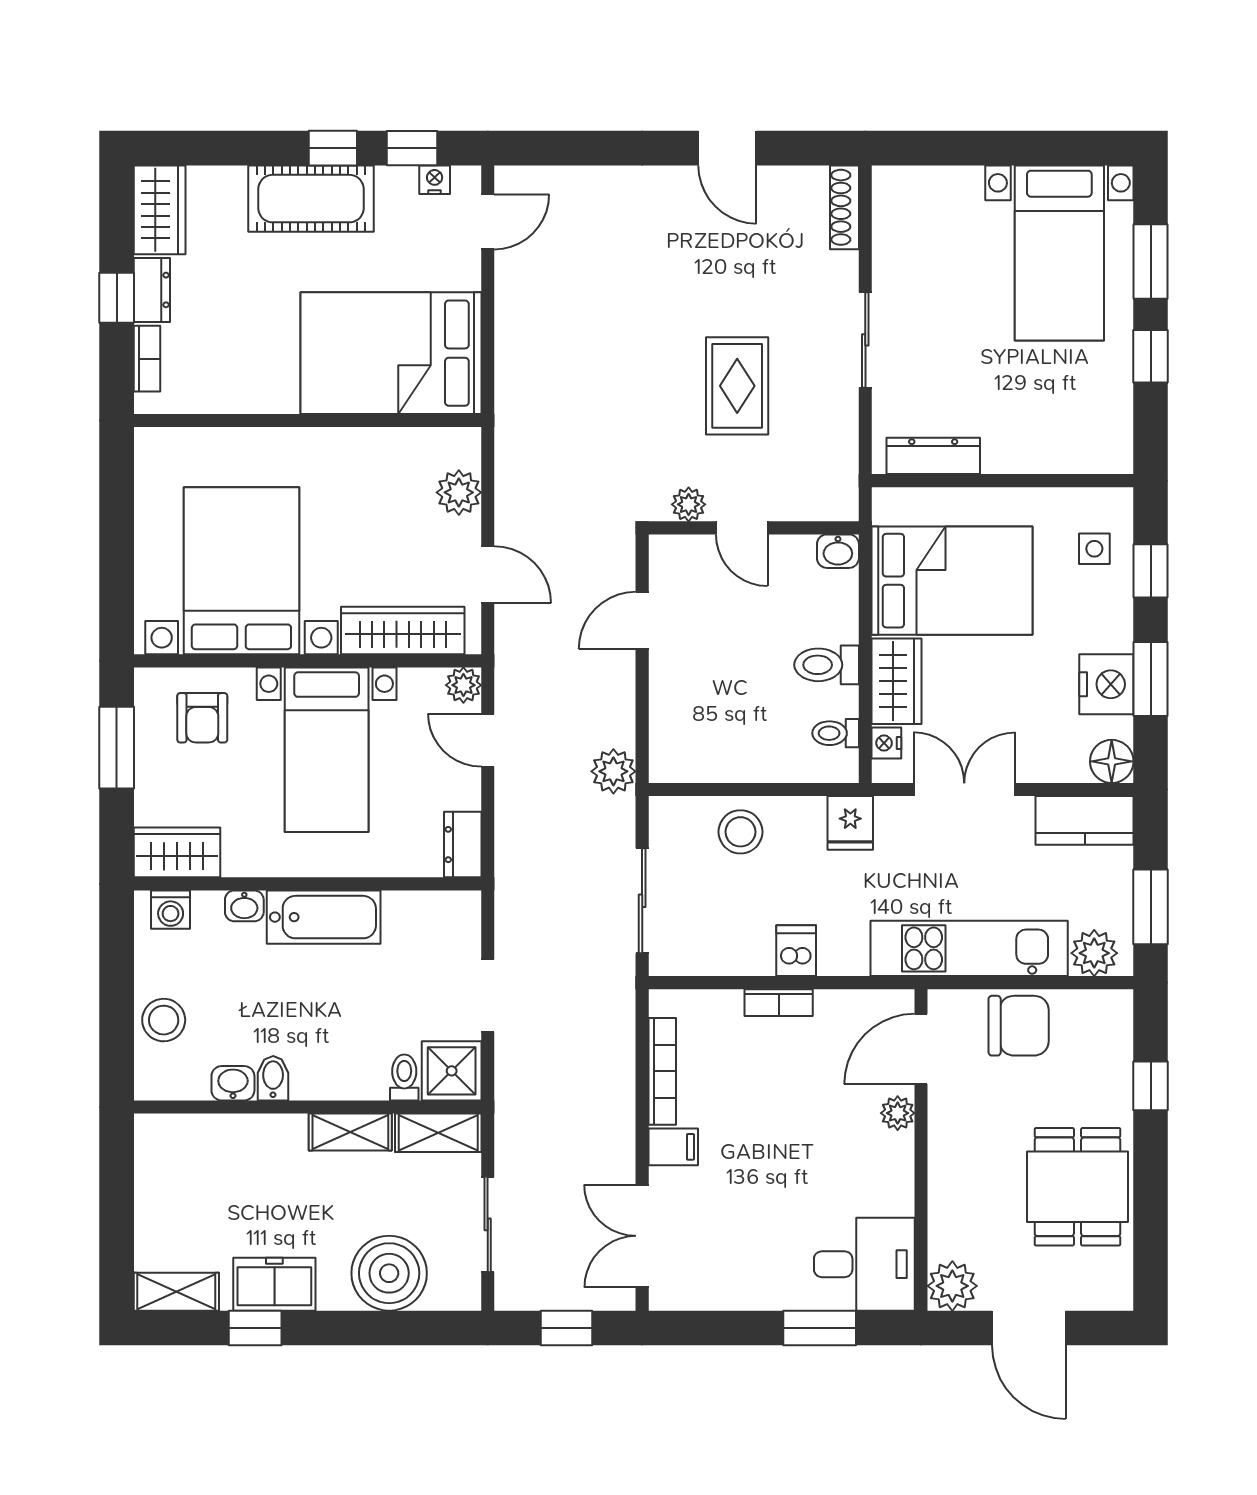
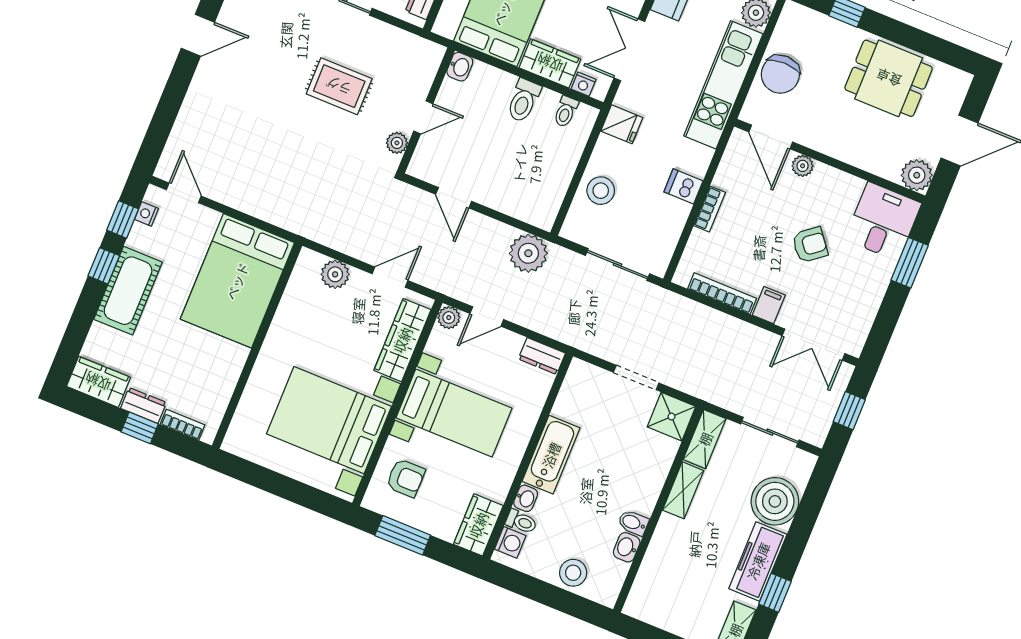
plant: (613, 771) -> (528, 253), width x1.36, depth x1.36
chair: (1019, 1026) -> (780, 74), turned 180
toilet: (404, 1077) -> (521, 522), moved, turned 180
armchair: (786, 1171) -> (810, 245), added
freezer: (274, 1284) -> (758, 561), width x1.40

